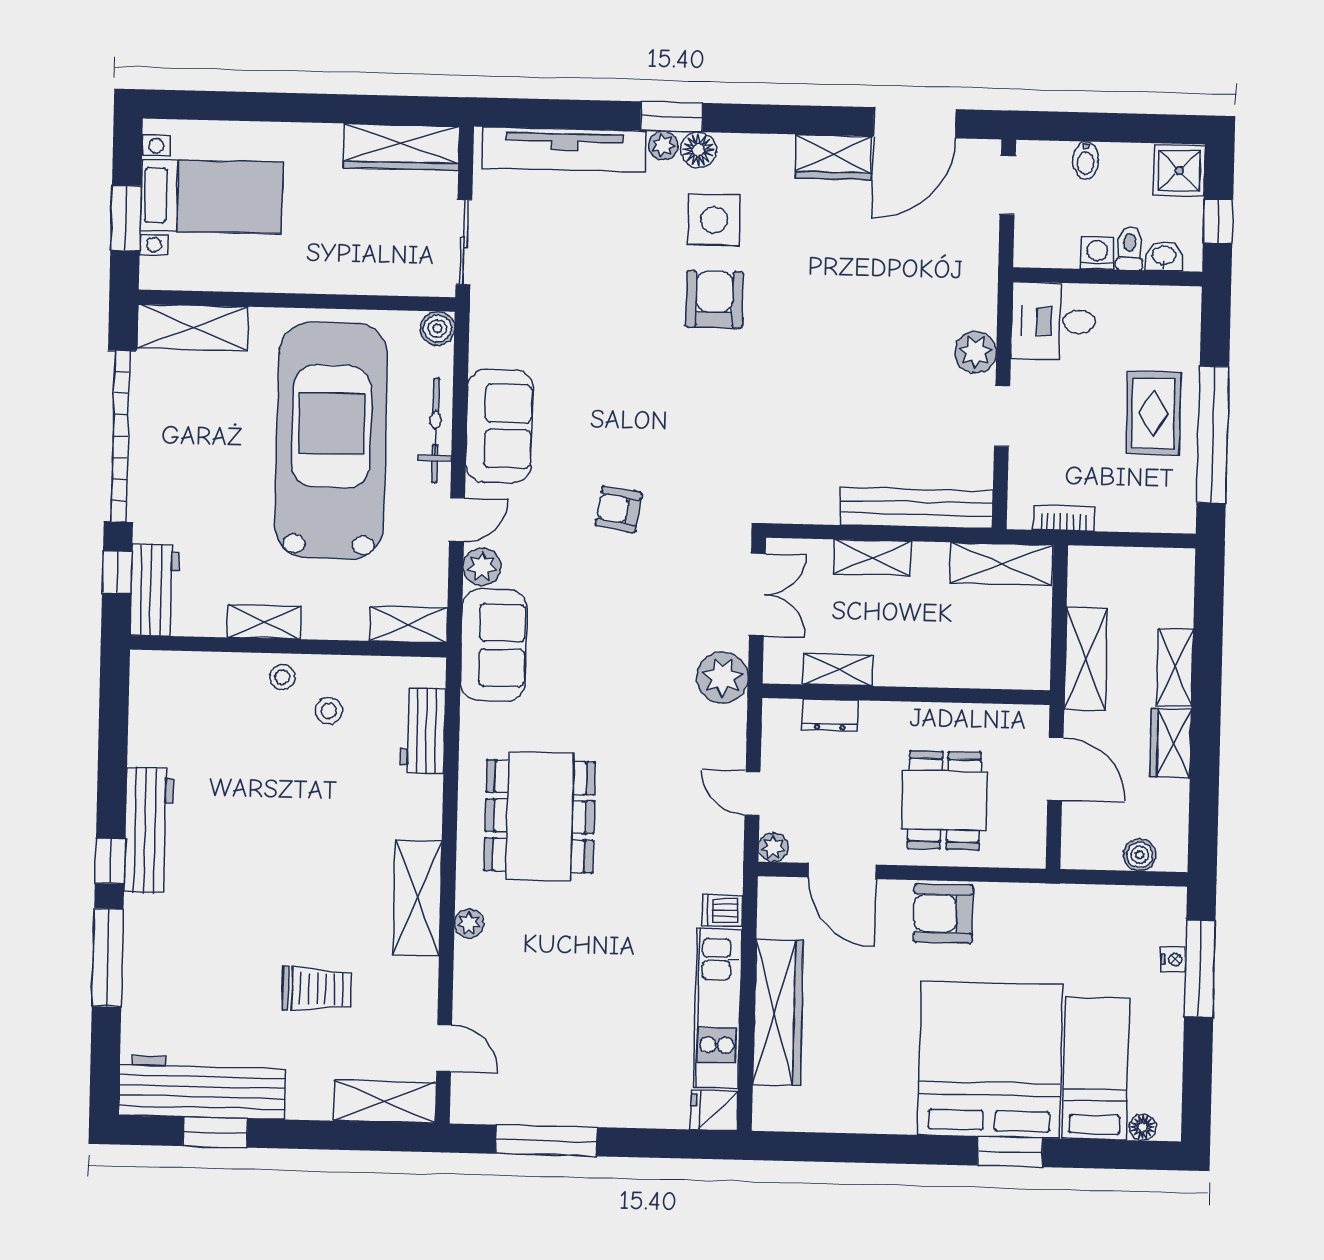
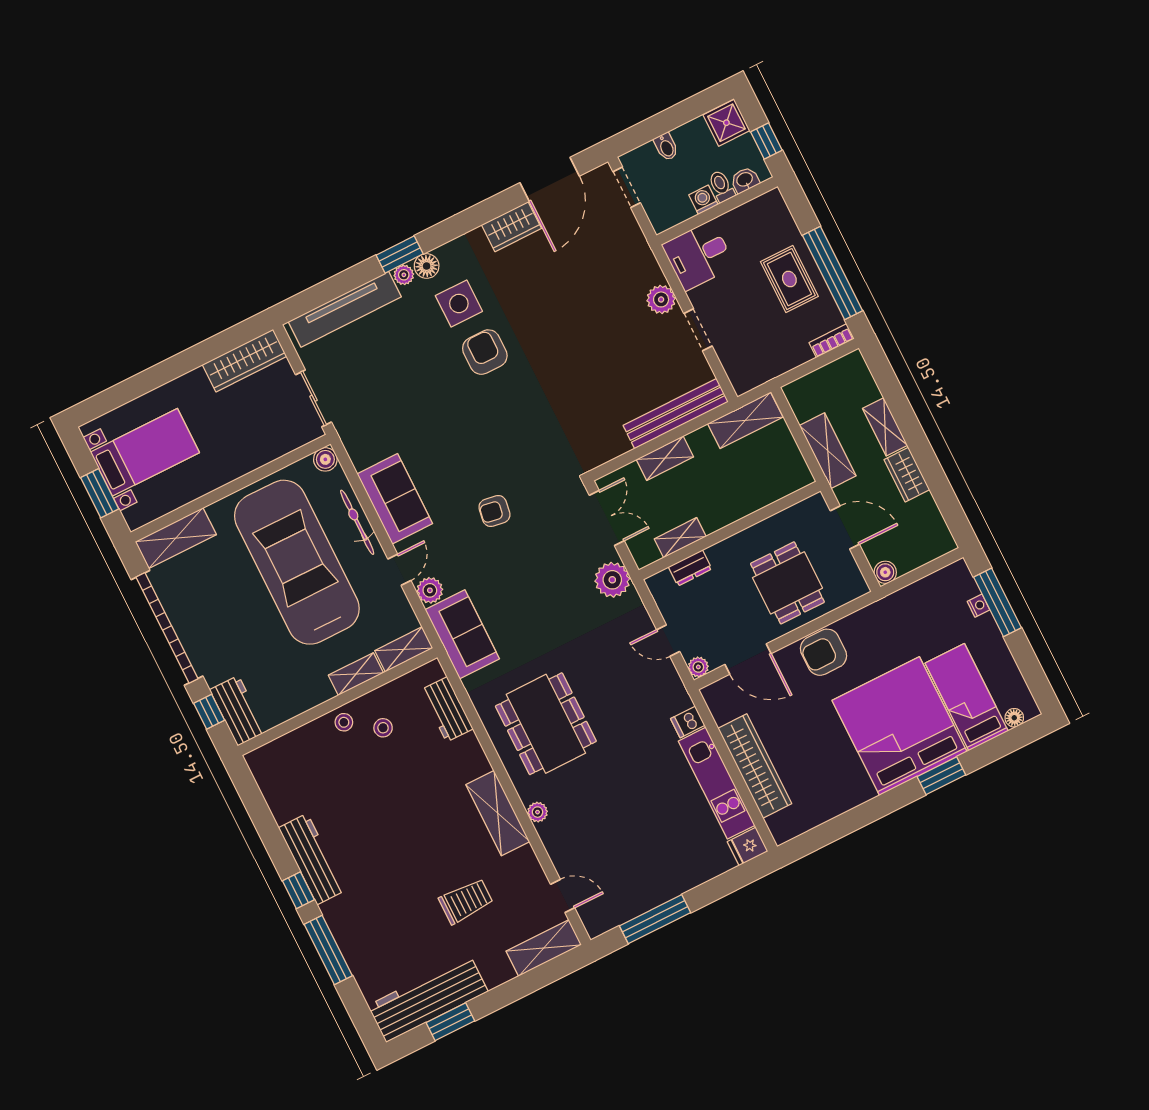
bookcase: (1064, 518) -> (832, 341), moved
shelving: (264, 622) -> (356, 674), moved
boiler: (1140, 855) -> (885, 572), moved

